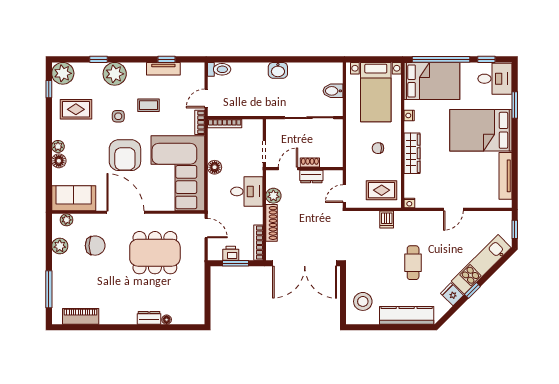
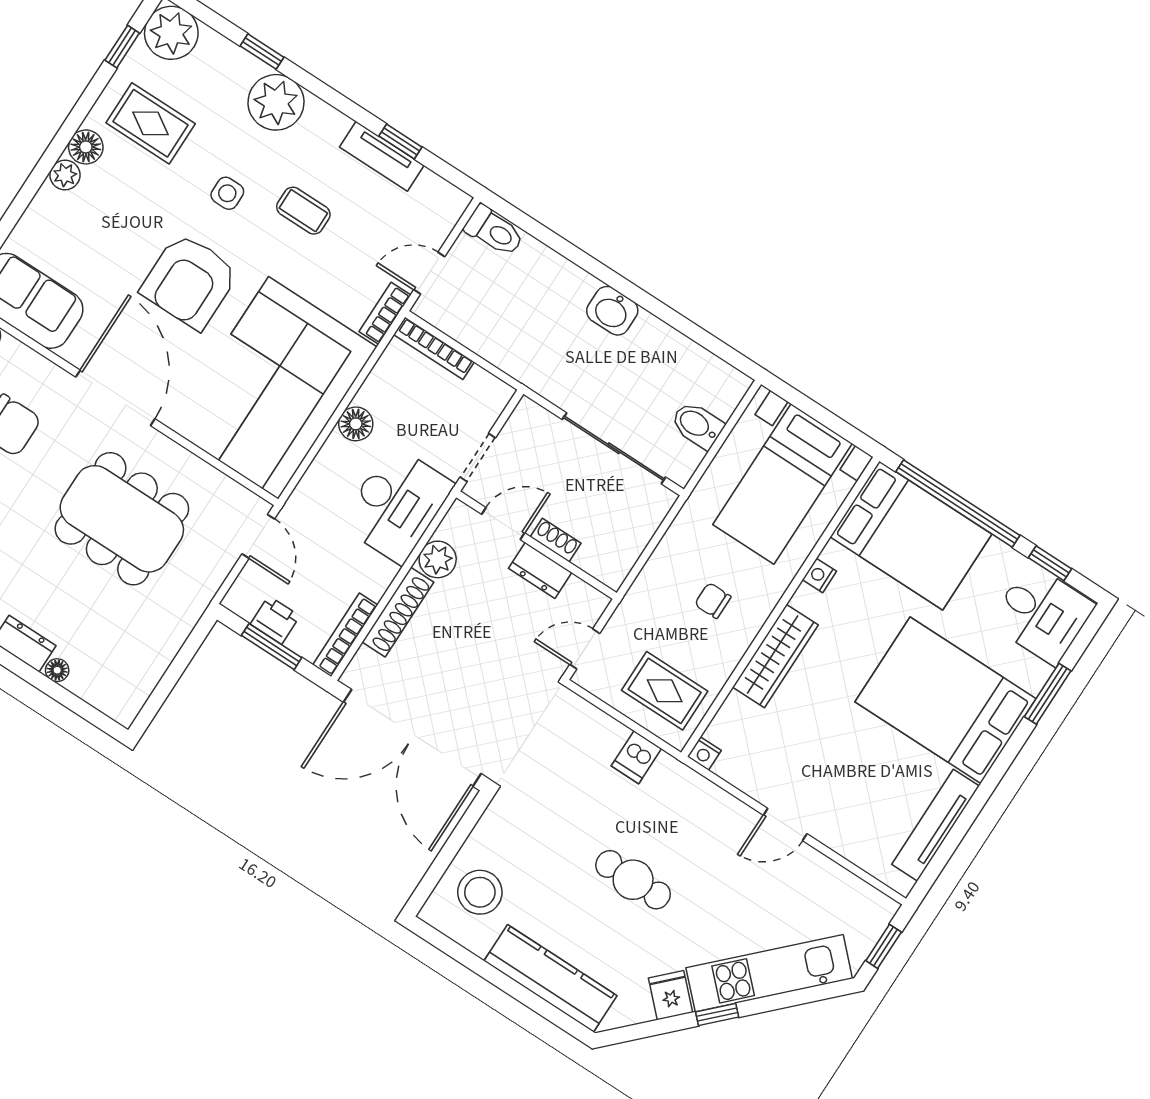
floor lamp: (59, 161) -> (86, 147), moved
desk: (247, 191) -> (397, 504), width x1.37
cafe table: (413, 263) -> (633, 880), turned 90

